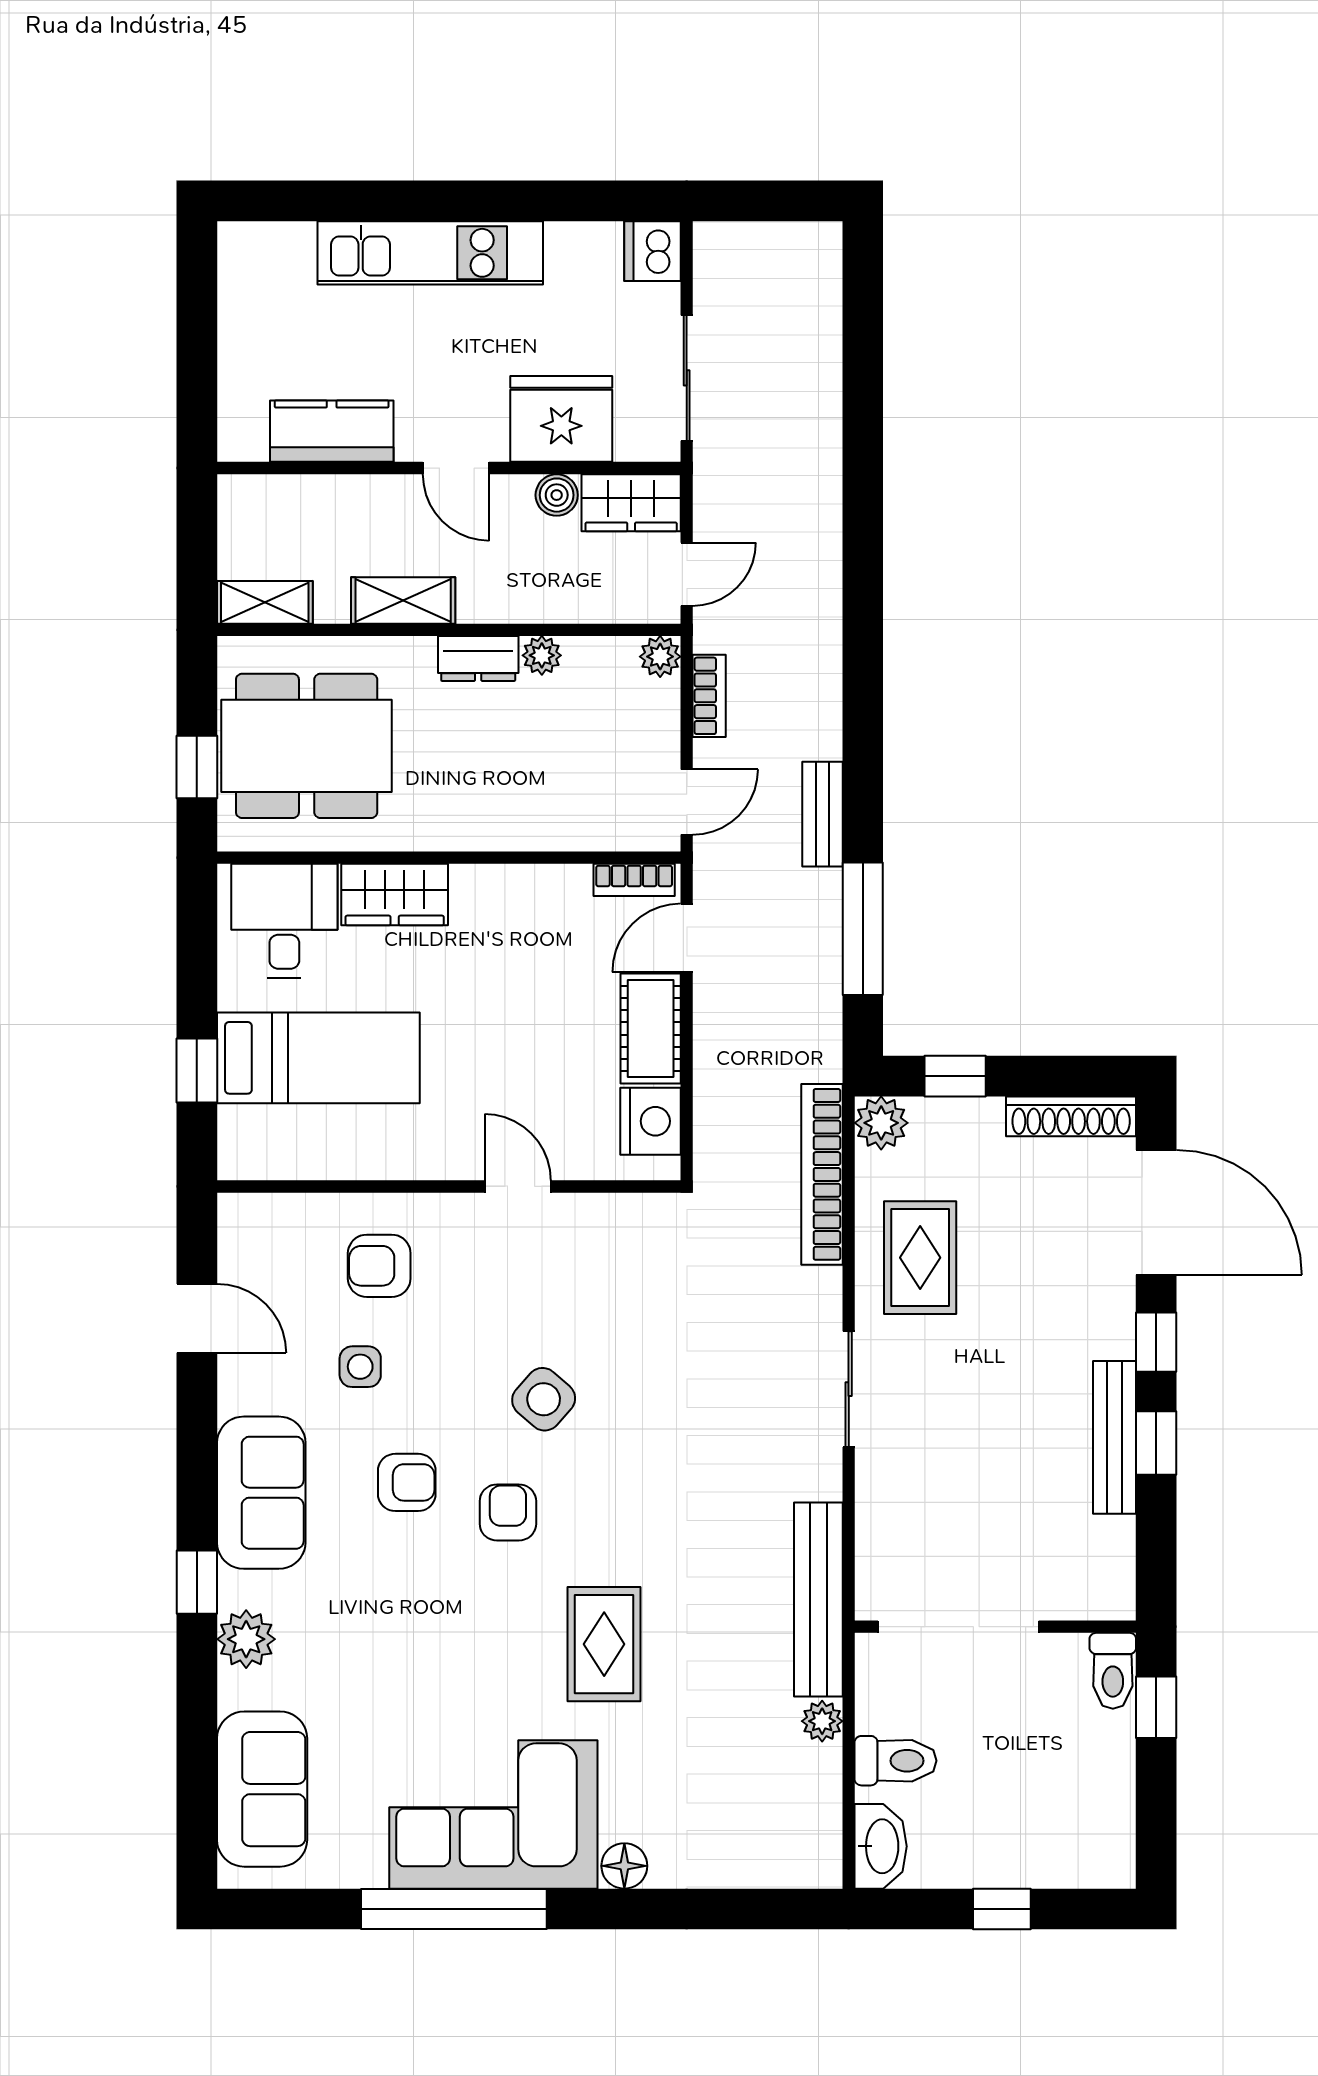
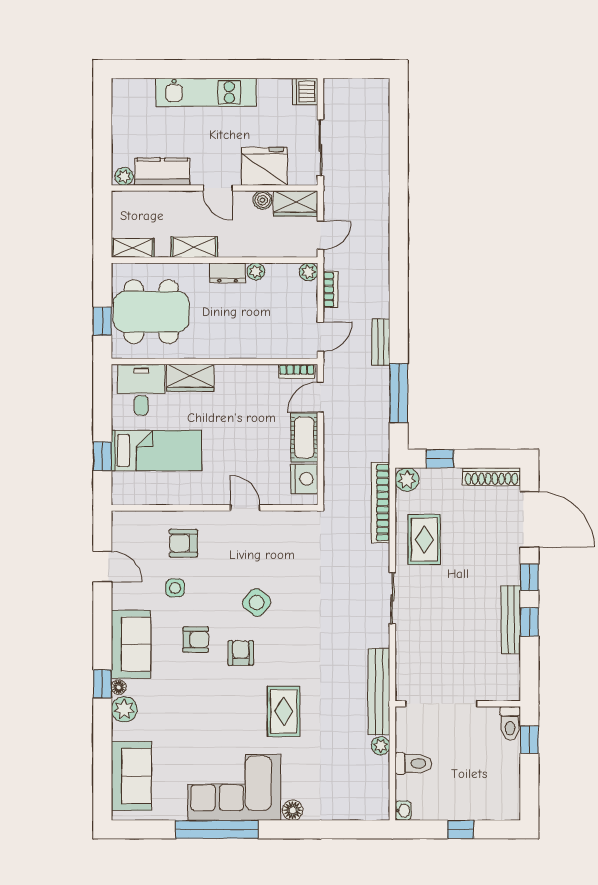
plant: (246, 442) -> (124, 176), added
floor lamp: (234, 1590) -> (119, 687), added
washbasin: (881, 1846) -> (403, 811), width x0.52, depth x0.69

